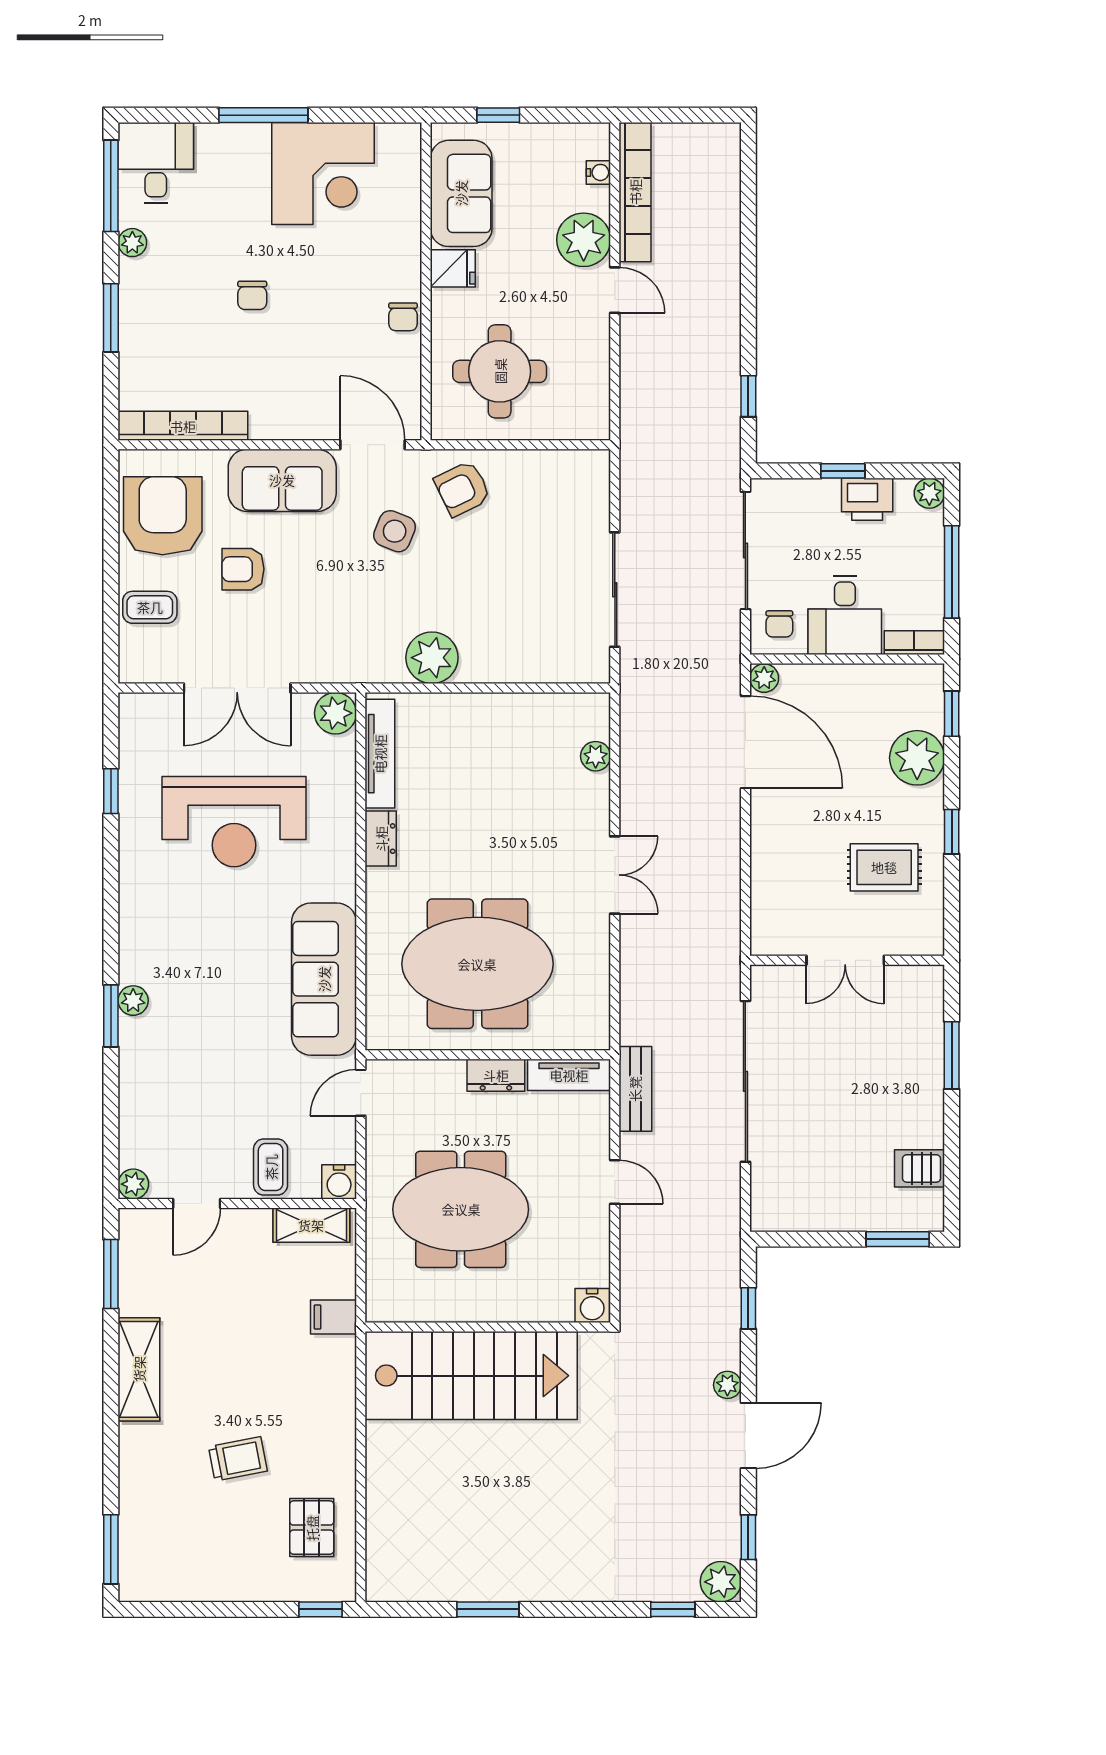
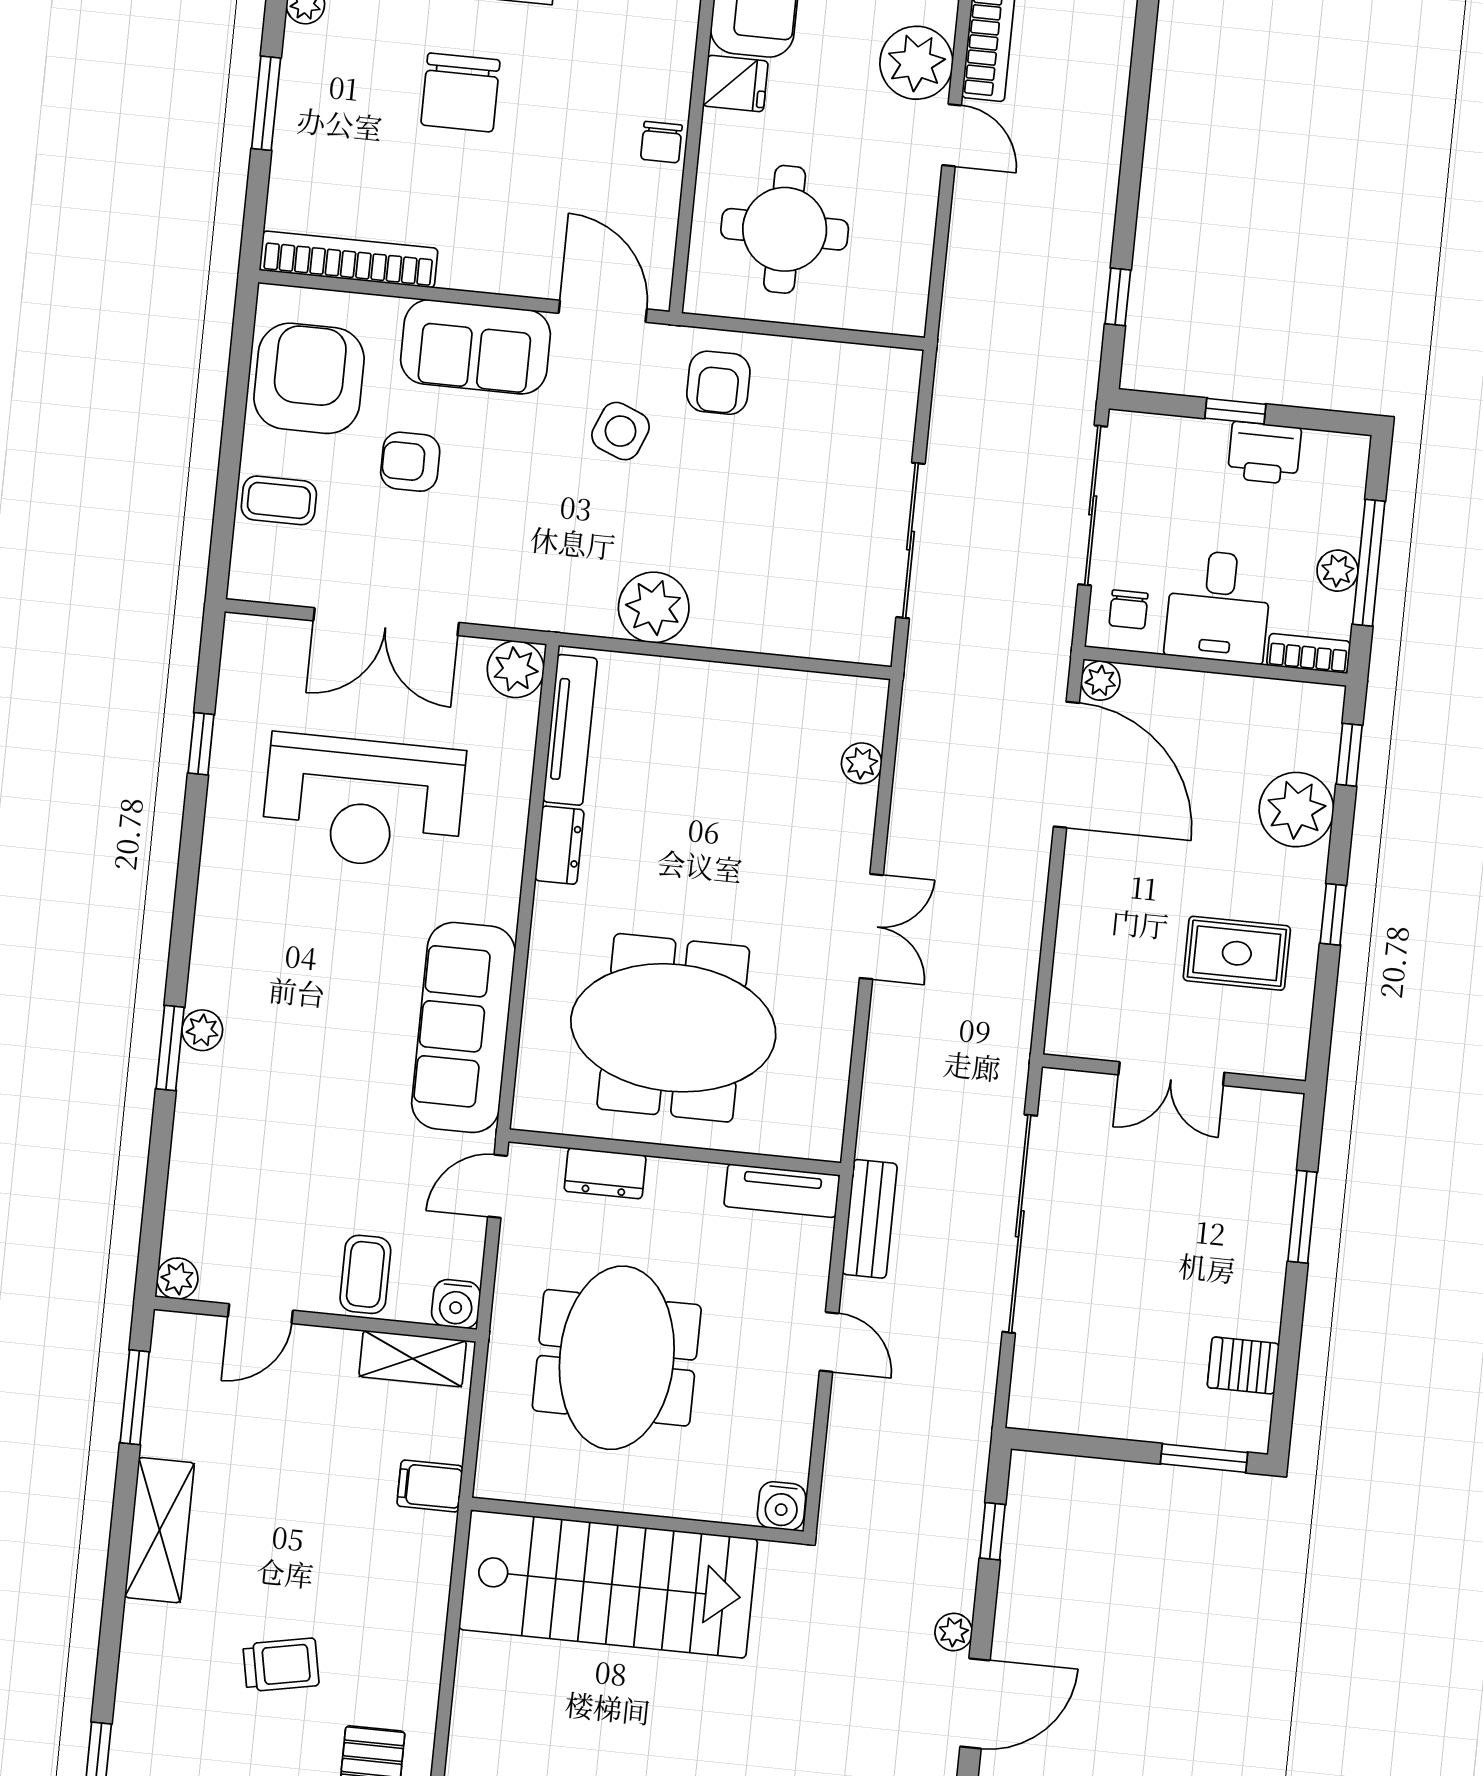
chair: (252, 295) -> (460, 92), width x1.87, depth x1.87
armchair: (463, 489) -> (718, 383), turned -64
plant: (929, 493) -> (1337, 571), moved
dresser: (496, 1075) -> (605, 1173), moved
meeting table: (461, 1209) -> (617, 1358), turned 90

